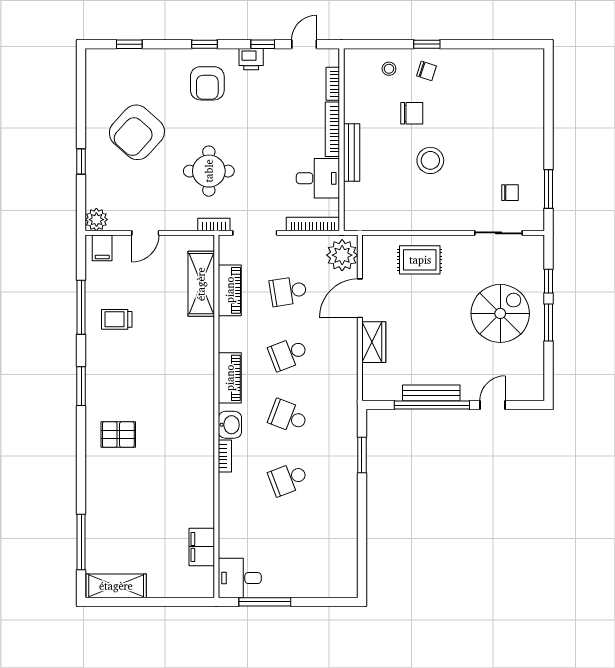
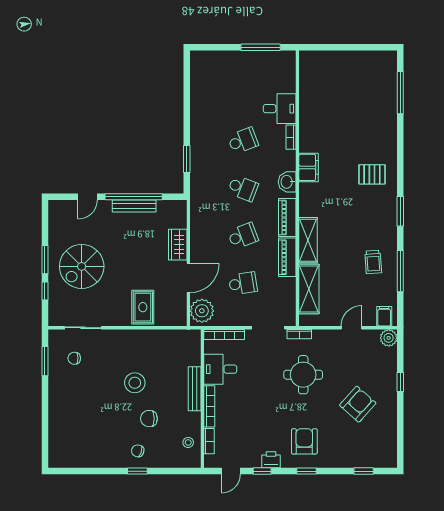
stool: (389, 69) -> (188, 442), moved
armchair: (137, 132) -> (358, 404), width x0.73, depth x0.73
rug: (420, 260) -> (143, 307), turned 90
piano: (230, 290) -> (287, 257), moved
trolley: (117, 319) -> (373, 262), turned 86
bookcase: (225, 456) -> (291, 137), moved
filing cabinet: (202, 547) -> (309, 167), moved
desk: (240, 578) -> (280, 109), moved
shelving: (116, 586) -> (308, 240), moved, turned 90

